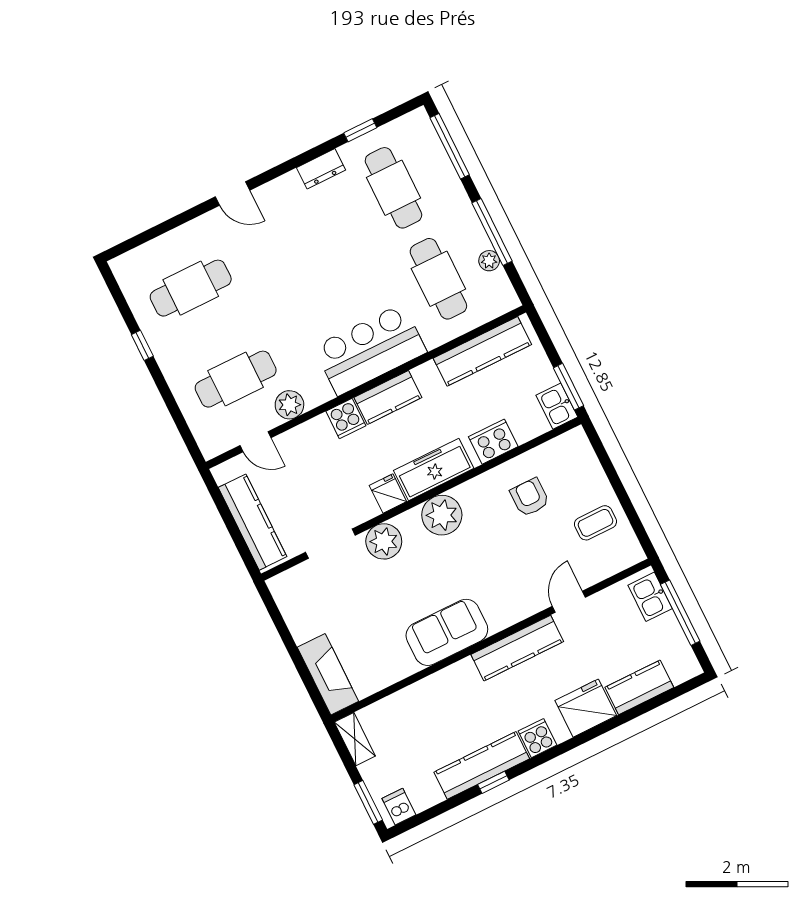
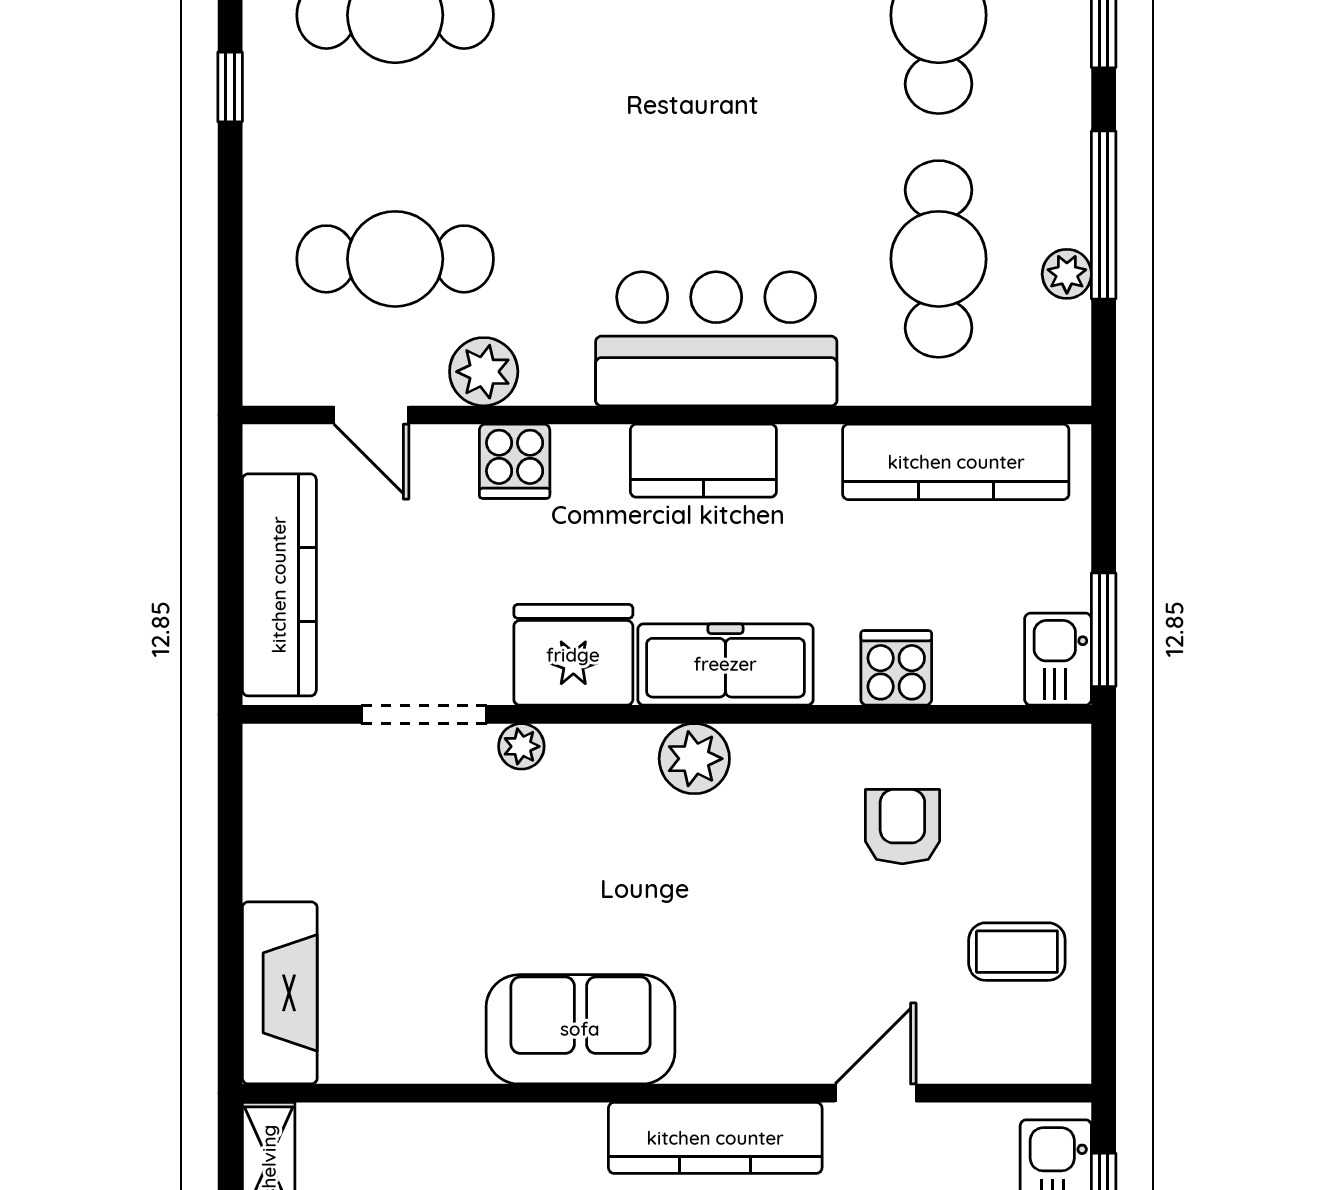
cooker: (346, 419) -> (515, 461), moved
cooker: (493, 442) -> (896, 668), width x0.73
fridge: (388, 494) -> (573, 655), width x1.88, depth x1.34
plant: (442, 515) -> (694, 759), width x0.73, depth x0.73
plant: (384, 541) -> (521, 746), width x0.53, depth x0.53

